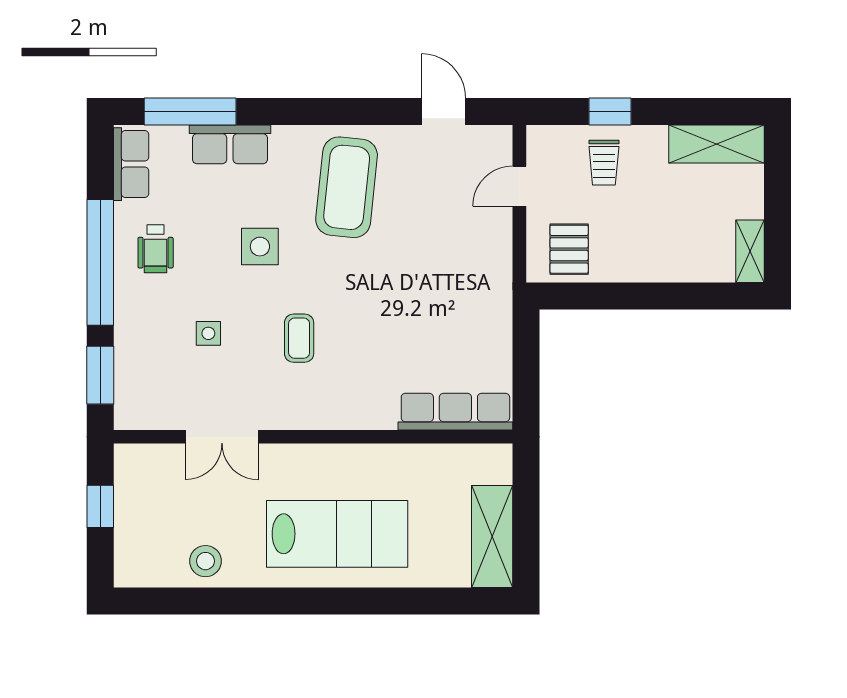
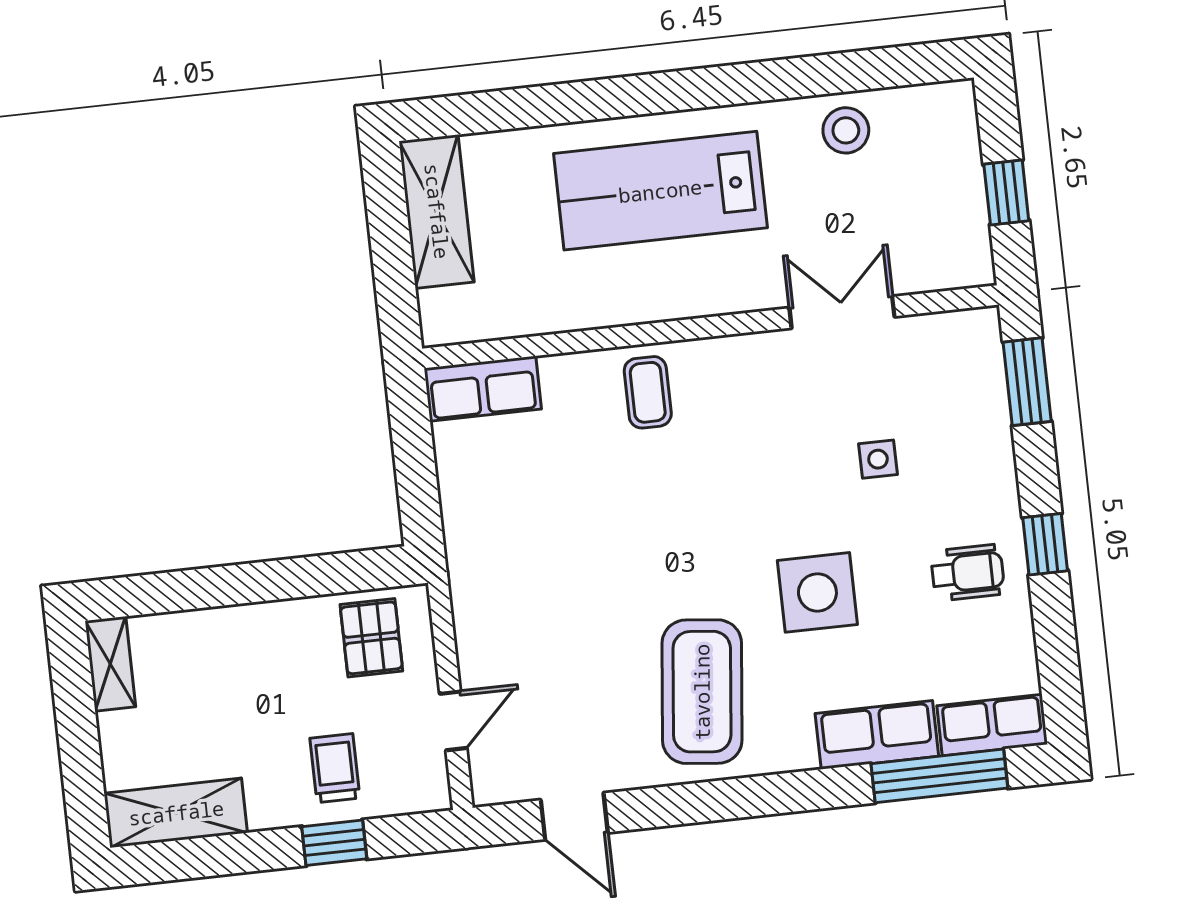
row of seats: (131, 164) -> (992, 725), moved, turned 90
side table: (260, 247) -> (817, 592), width x1.37, depth x1.37
wheelchair: (156, 249) -> (968, 573), turned 90
window: (100, 262) -> (1045, 544), width x0.32
coffee table: (299, 338) -> (648, 392), moved
row of seats: (455, 412) -> (483, 389), width x0.68

